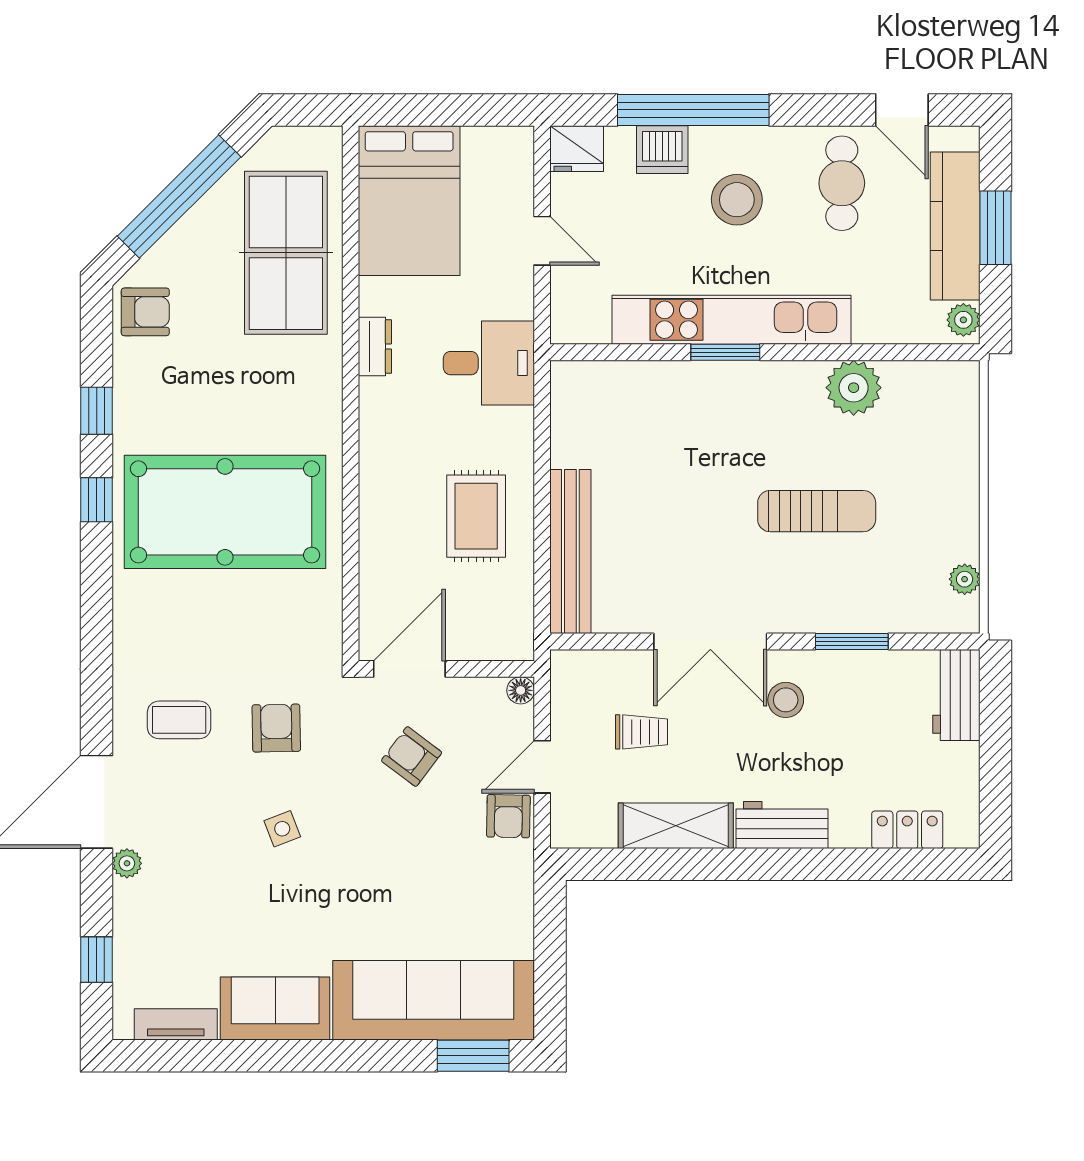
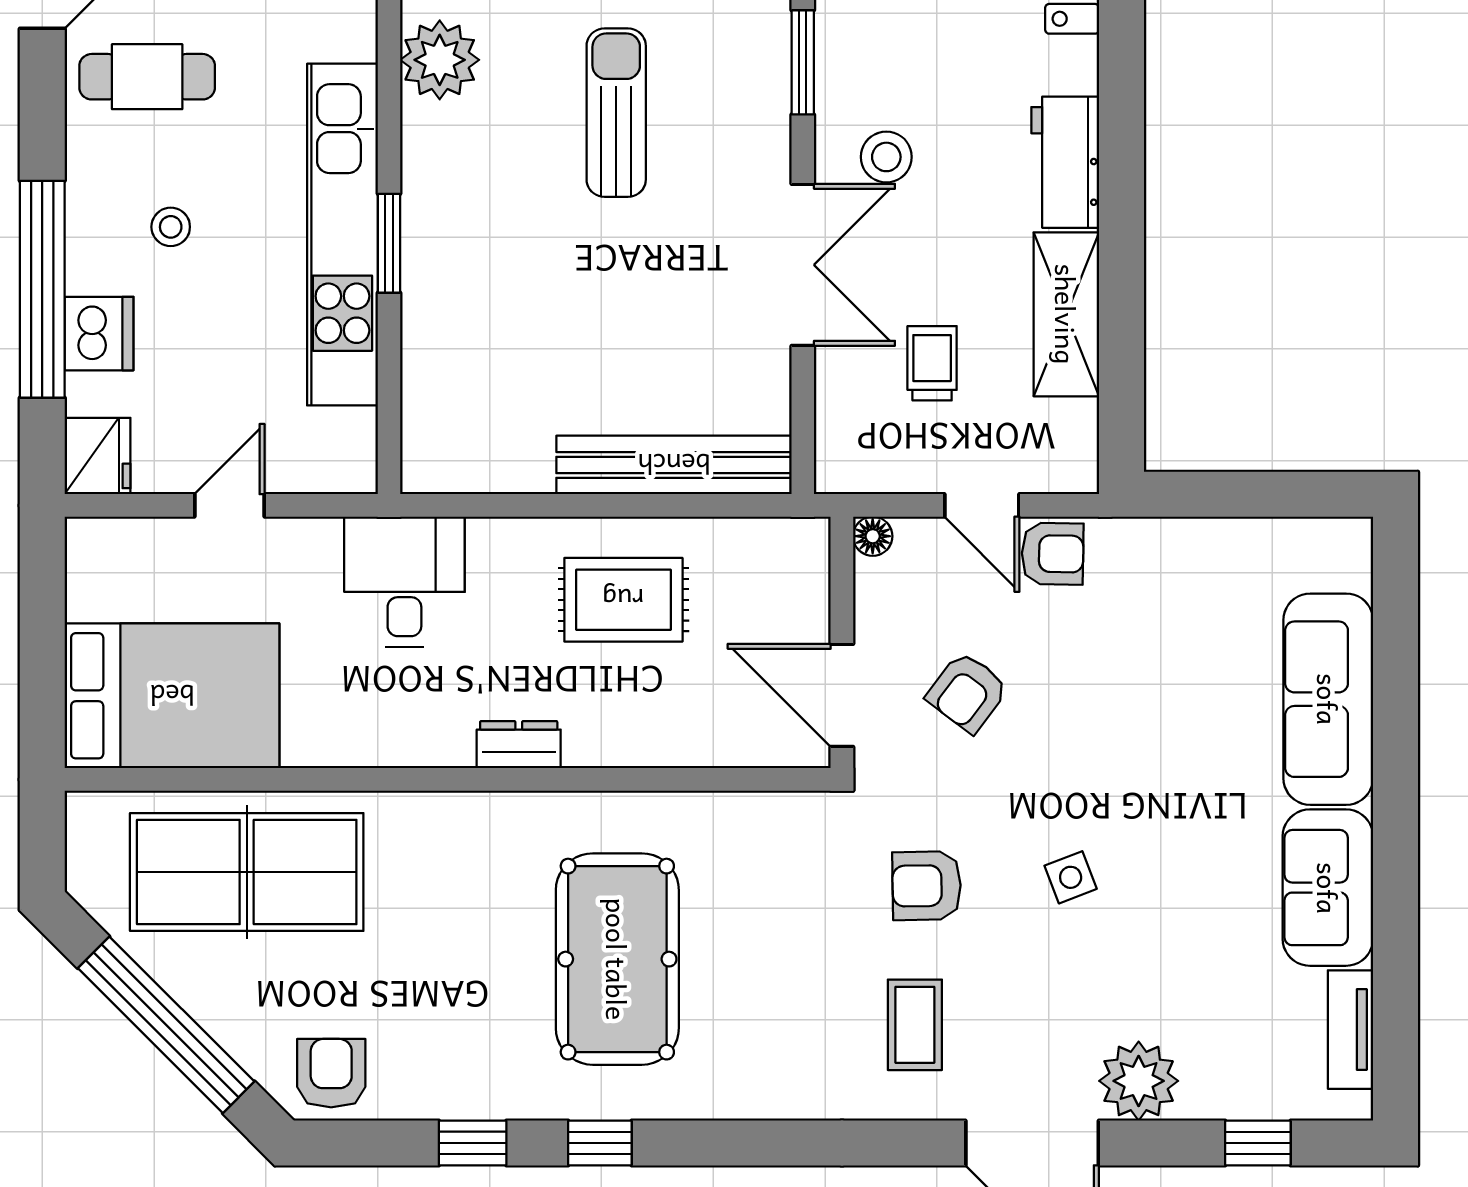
stool: (737, 200) -> (171, 227), width x0.53, depth x0.53
dresser: (375, 346) -> (519, 745), moved
pool table: (225, 512) -> (617, 959), width x0.73, depth x0.76
plant: (127, 863) -> (1139, 1081), width x1.87, depth x1.87
sofa: (433, 1000) -> (1328, 699), width x0.74, depth x0.79
window: (473, 1056) -> (1396, 604), removed

